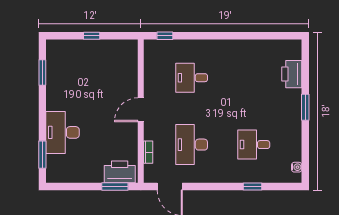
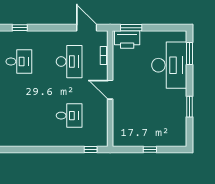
window: (42, 72) -> (190, 107), moved
door: (141, 110) -> (110, 90), swing flipped
desk: (63, 132) -> (169, 65), width x1.36, depth x1.30

